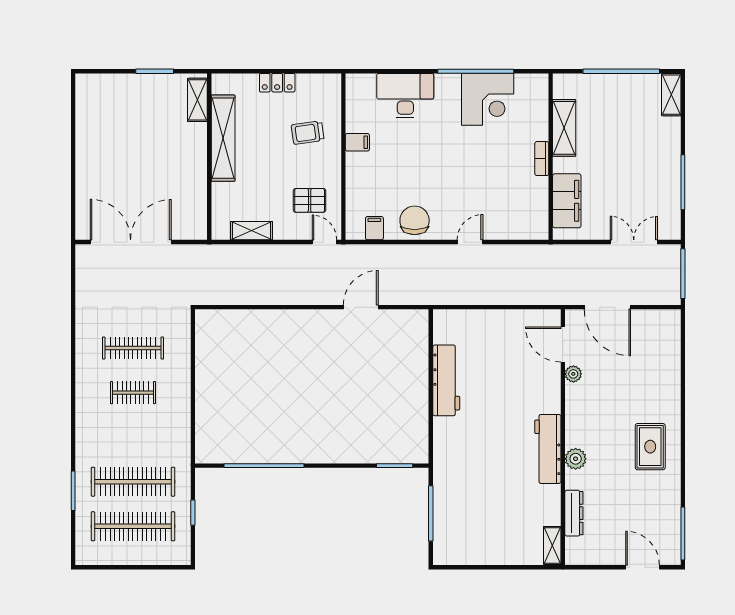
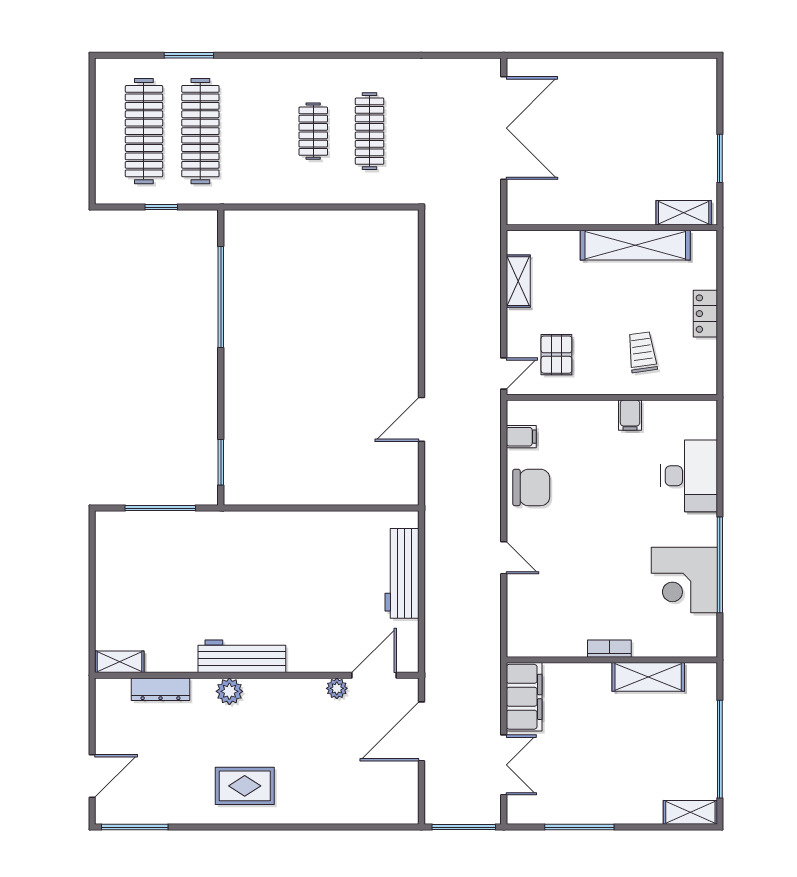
filing cabinet: (567, 201) -> (524, 697), moved, turned -90
door: (361, 307) -> (421, 419), swing flipped
workbench: (446, 380) -> (402, 573), moved, turned 90

